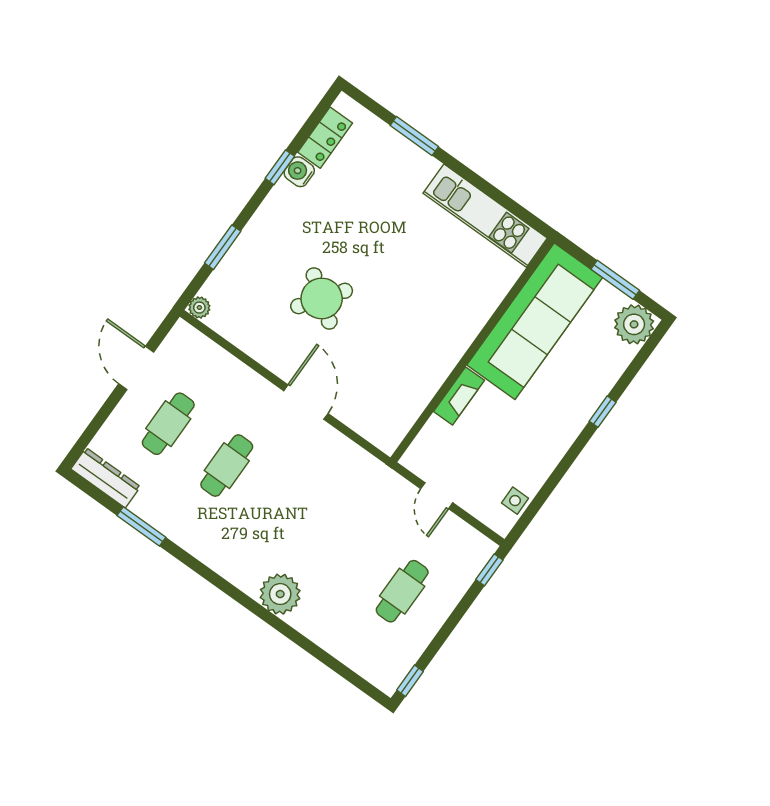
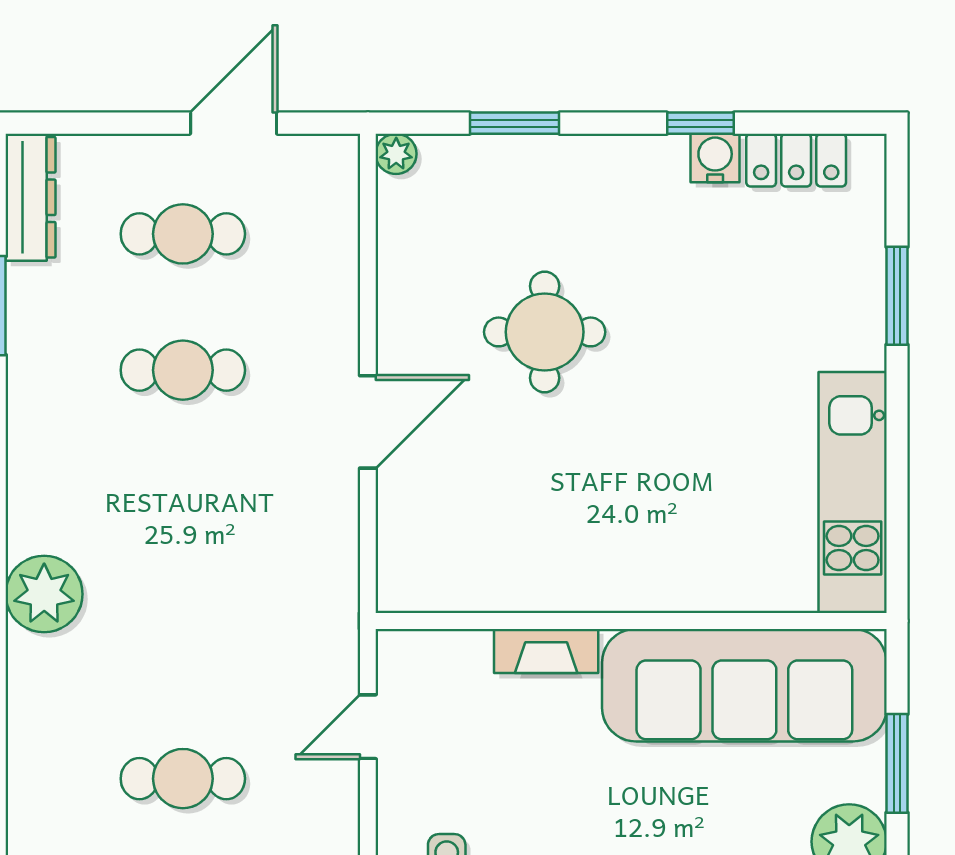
round table: (322, 298) -> (545, 332), turned -36

